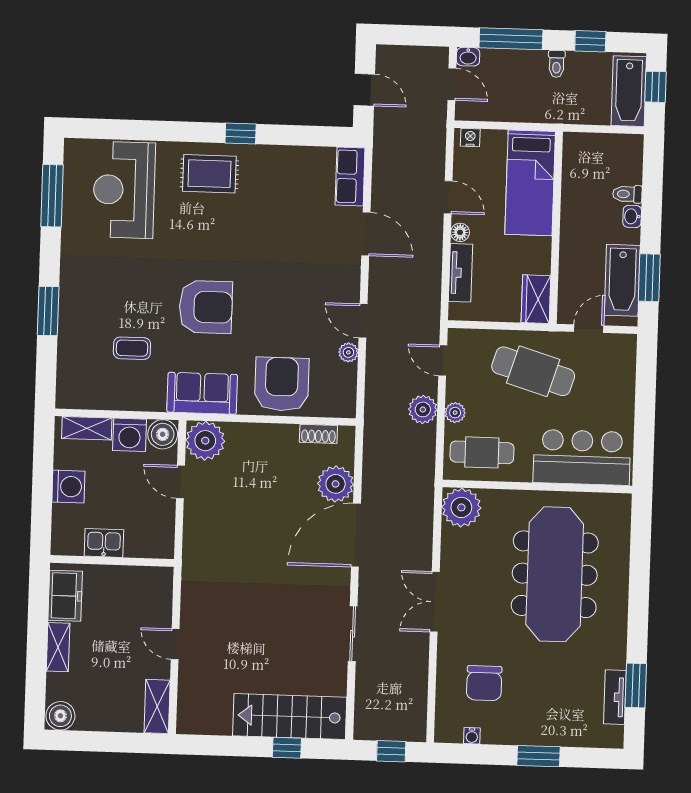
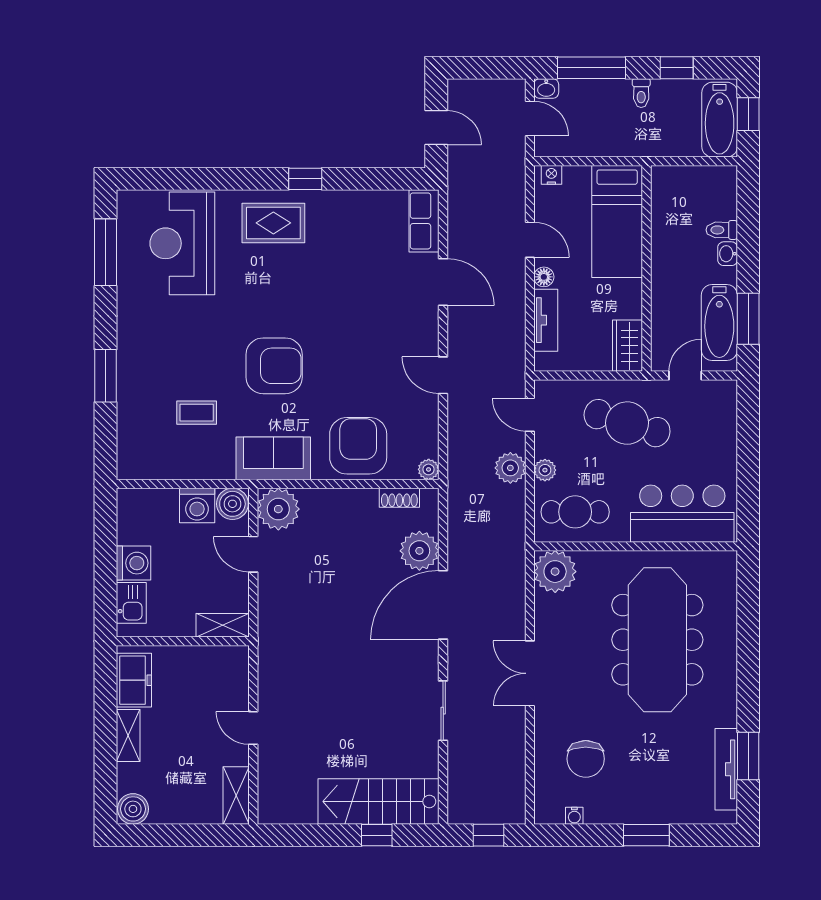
plant: (348, 352) -> (429, 469), moved
shelving: (87, 428) -> (223, 625), moved
kitchen sink: (104, 543) -> (131, 603), moved, turned 90
tv unit: (615, 697) -> (726, 769), width x1.41

